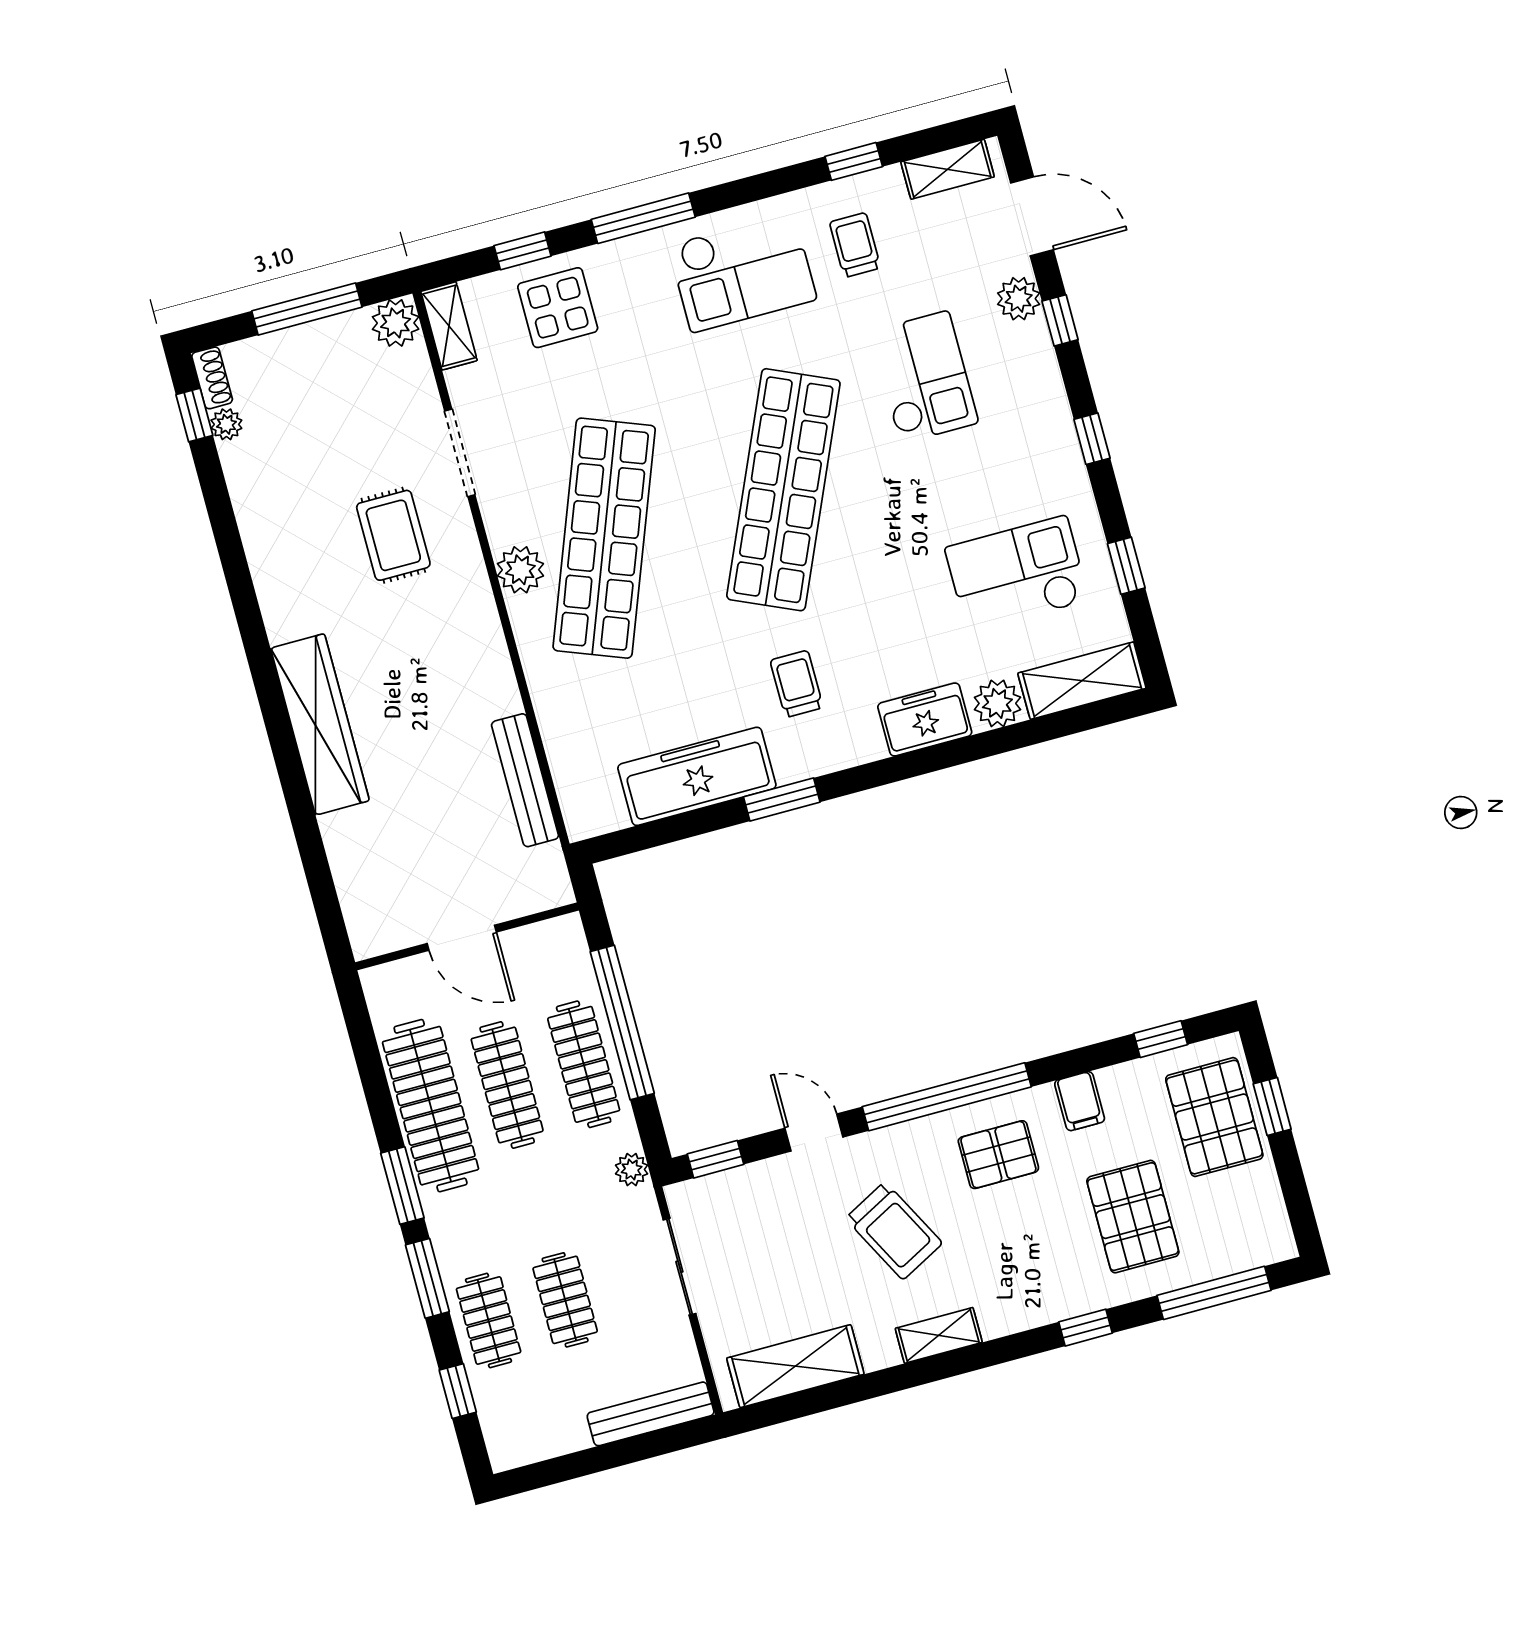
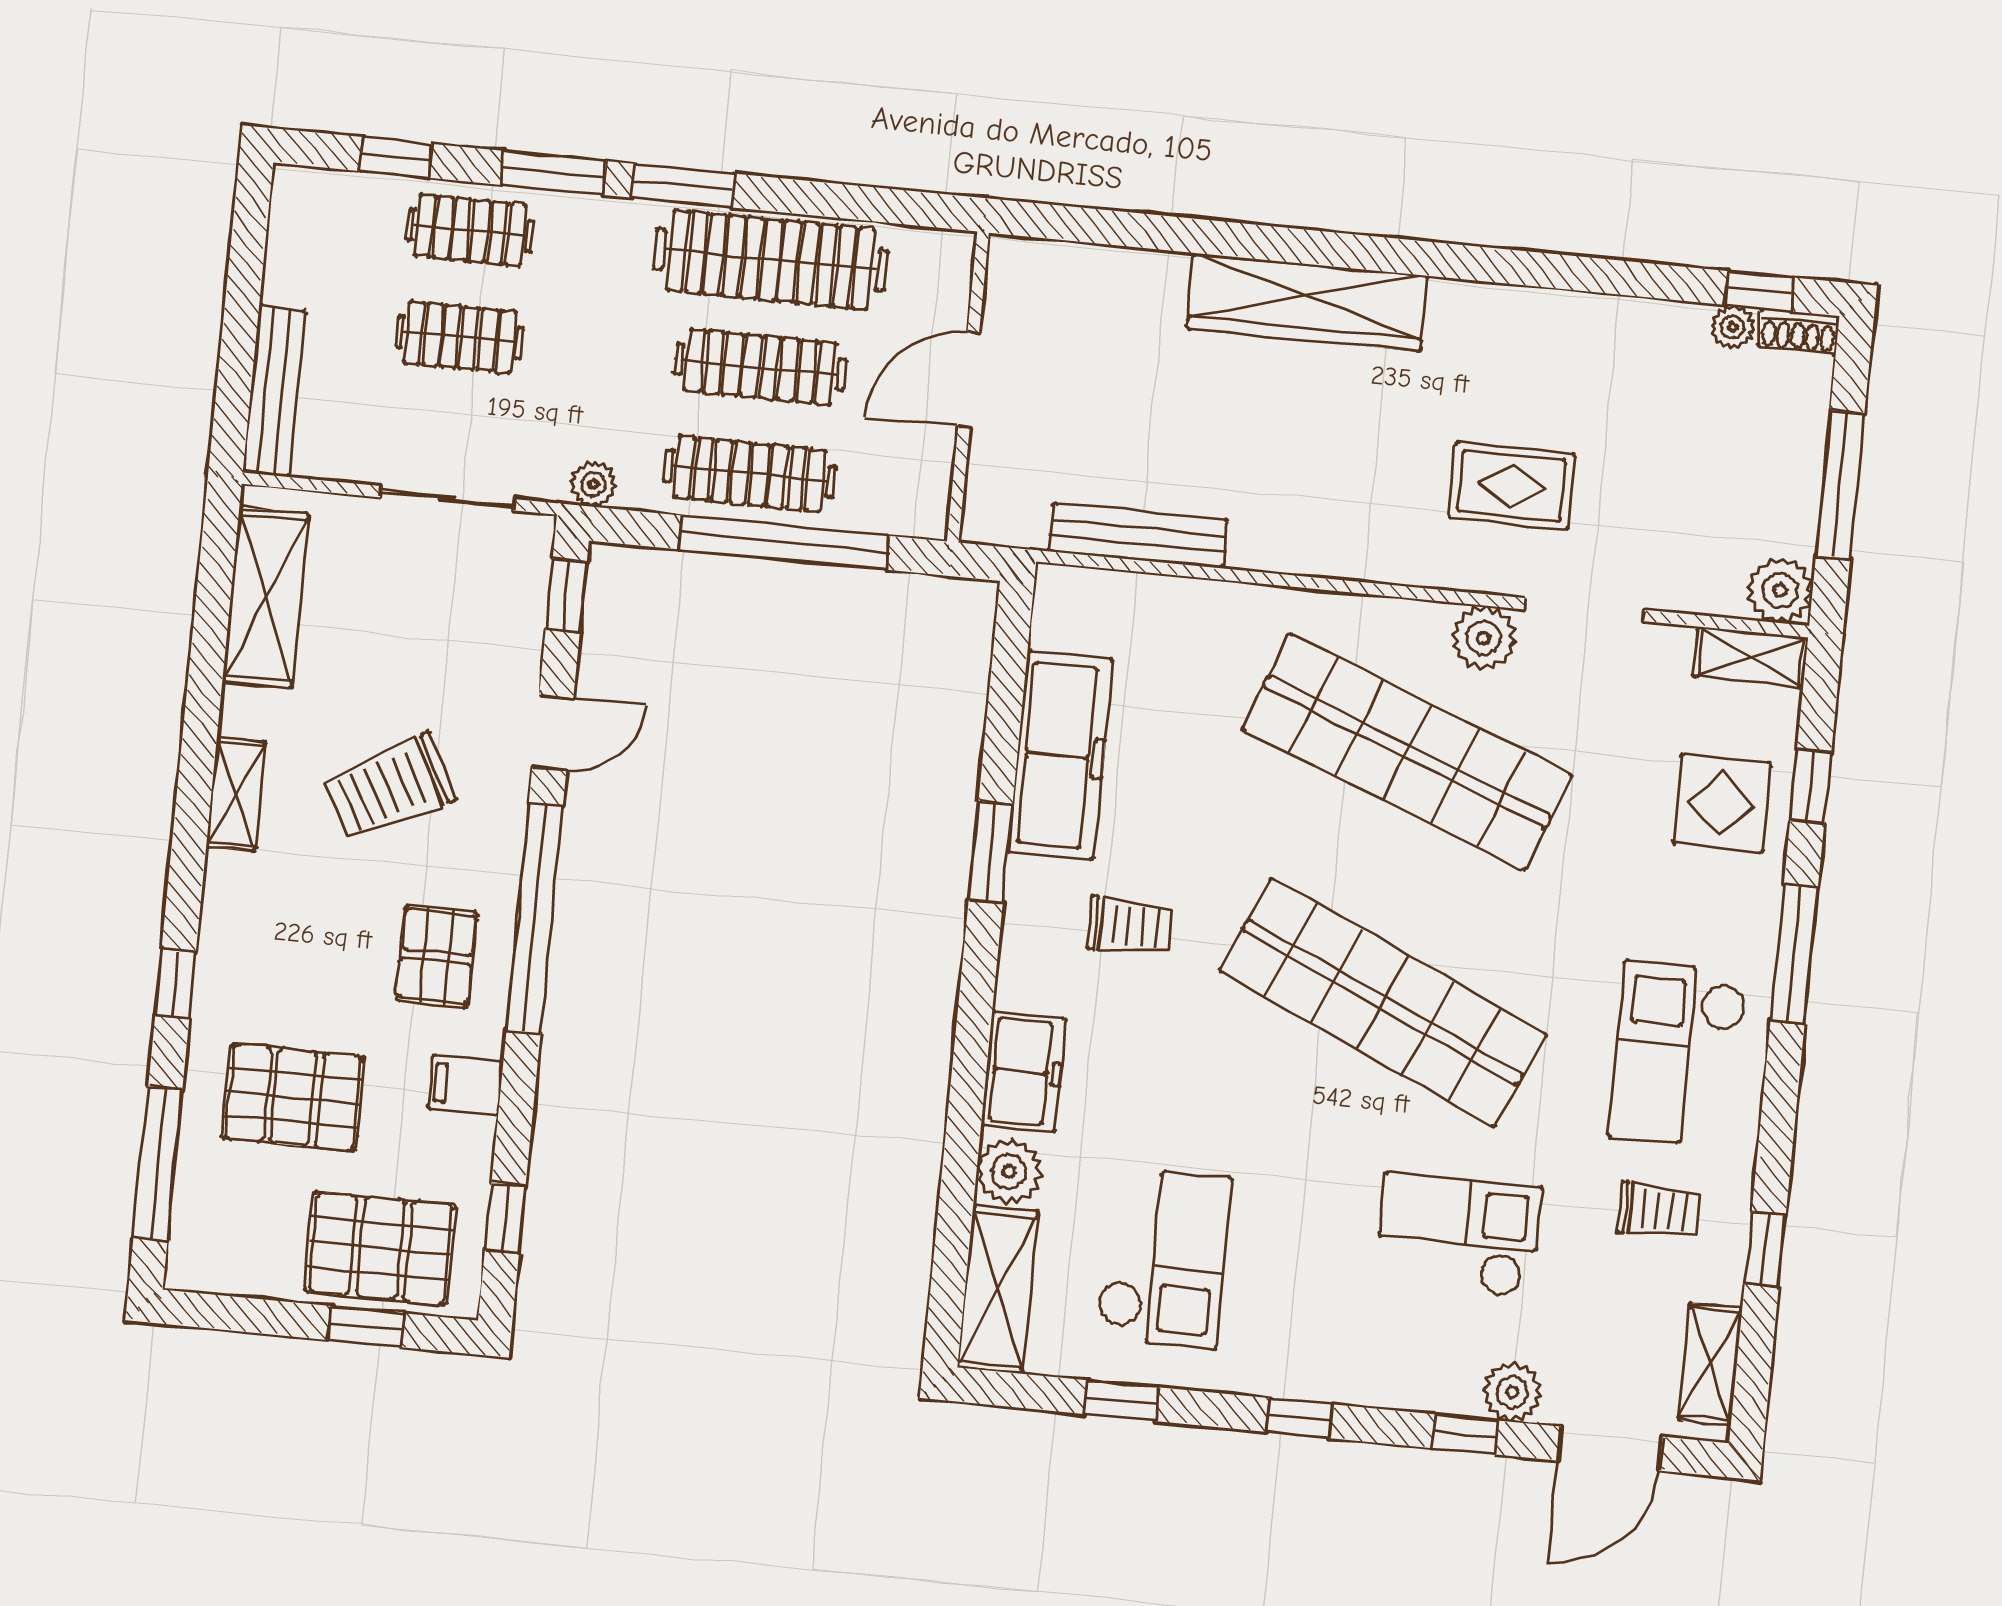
checkout: (924, 377) -> (1458, 1235), turned 180
plant: (520, 570) -> (1484, 638), moved

